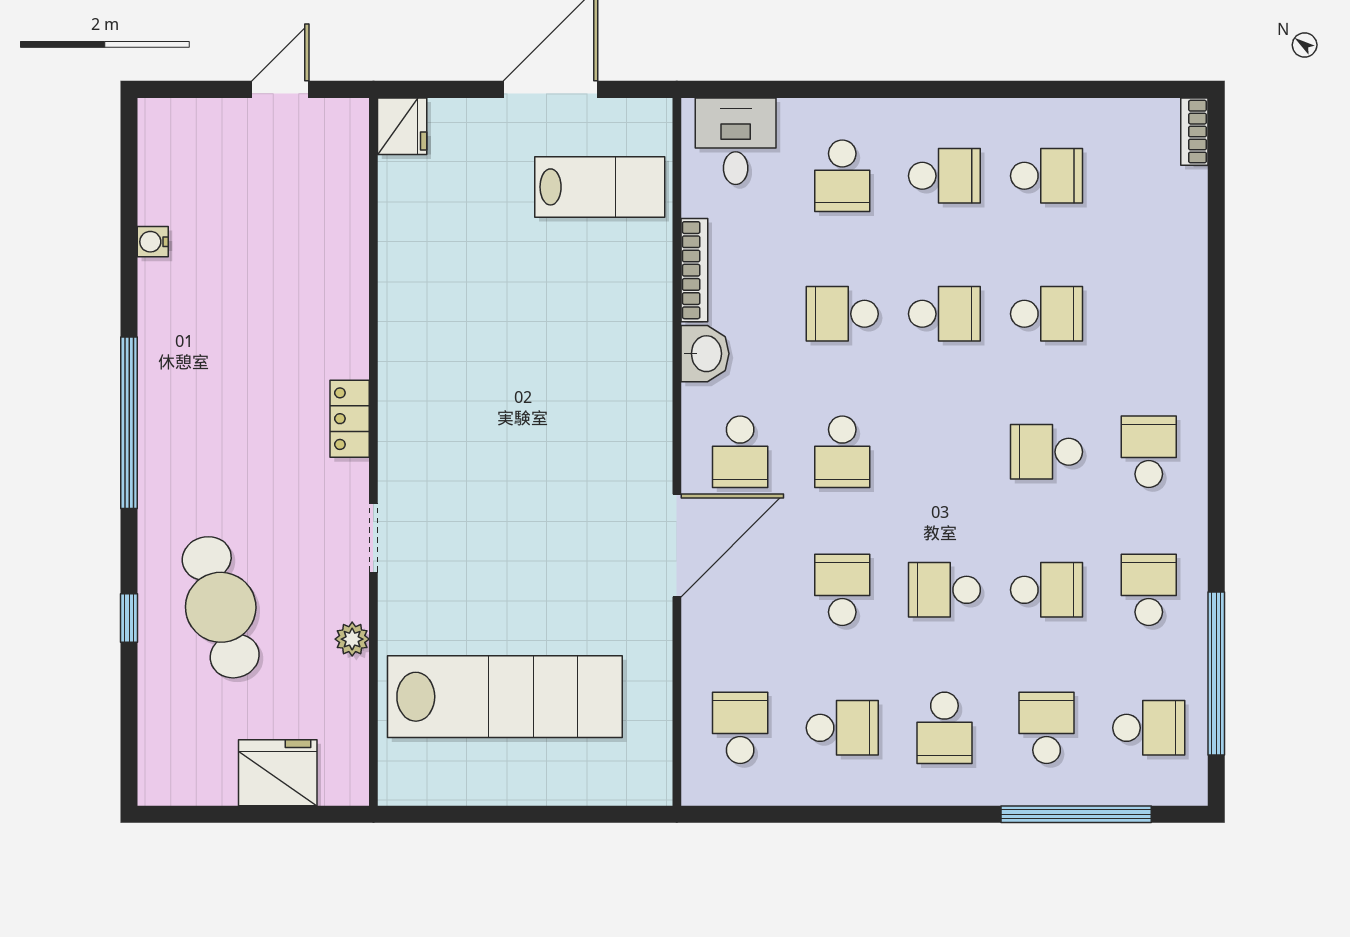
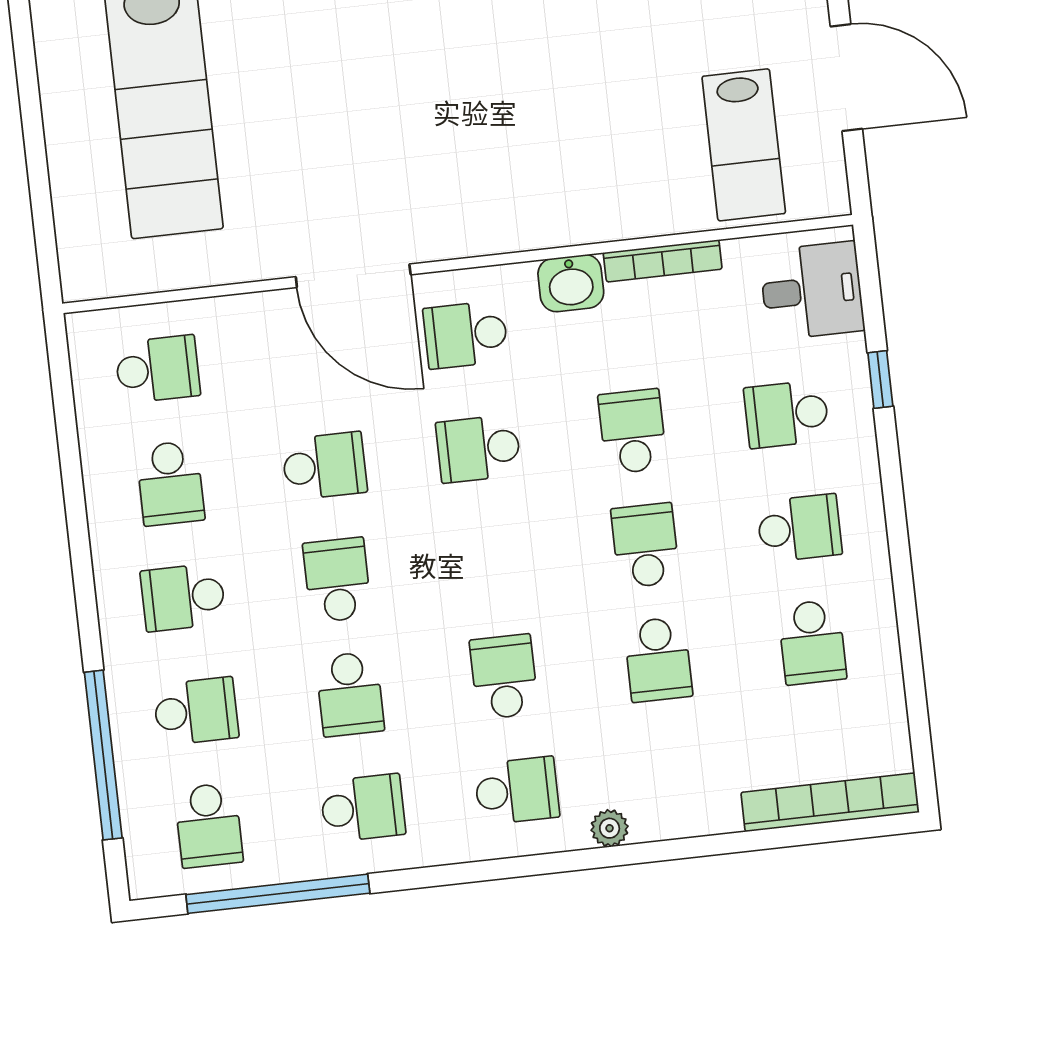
window: (821, 89) -> (880, 380), added
bookcase: (1194, 132) -> (830, 802), width x2.31, depth x1.31
school desk: (944, 176) -> (799, 528), turned -90
school desk: (944, 314) -> (645, 545), turned 180
plant: (1191, 373) -> (610, 828), added

